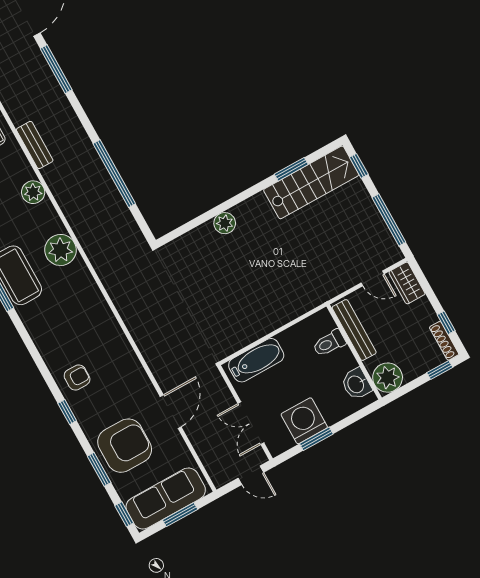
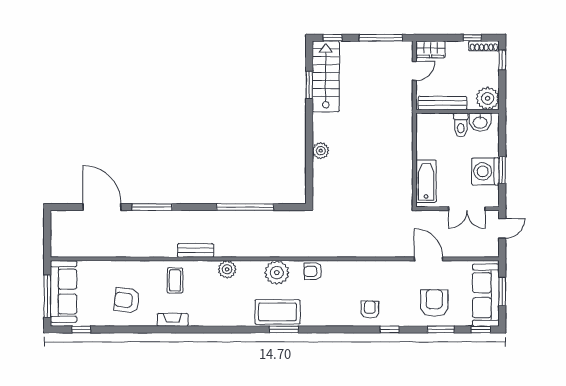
armchair: (84, 290) -> (313, 271), added
toilet: (329, 343) -> (461, 125), moved
armchair: (125, 446) -> (434, 303), width x0.73, depth x0.73

